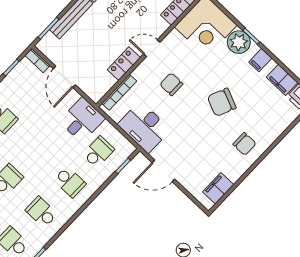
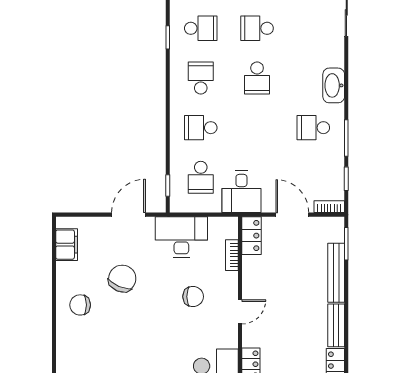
locker: (124, 64) -> (251, 236), moved
bookcase: (119, 92) -> (232, 255), width x0.64
chair: (222, 102) -> (122, 279), moved
school desk: (41, 212) -> (201, 78), turned -90

